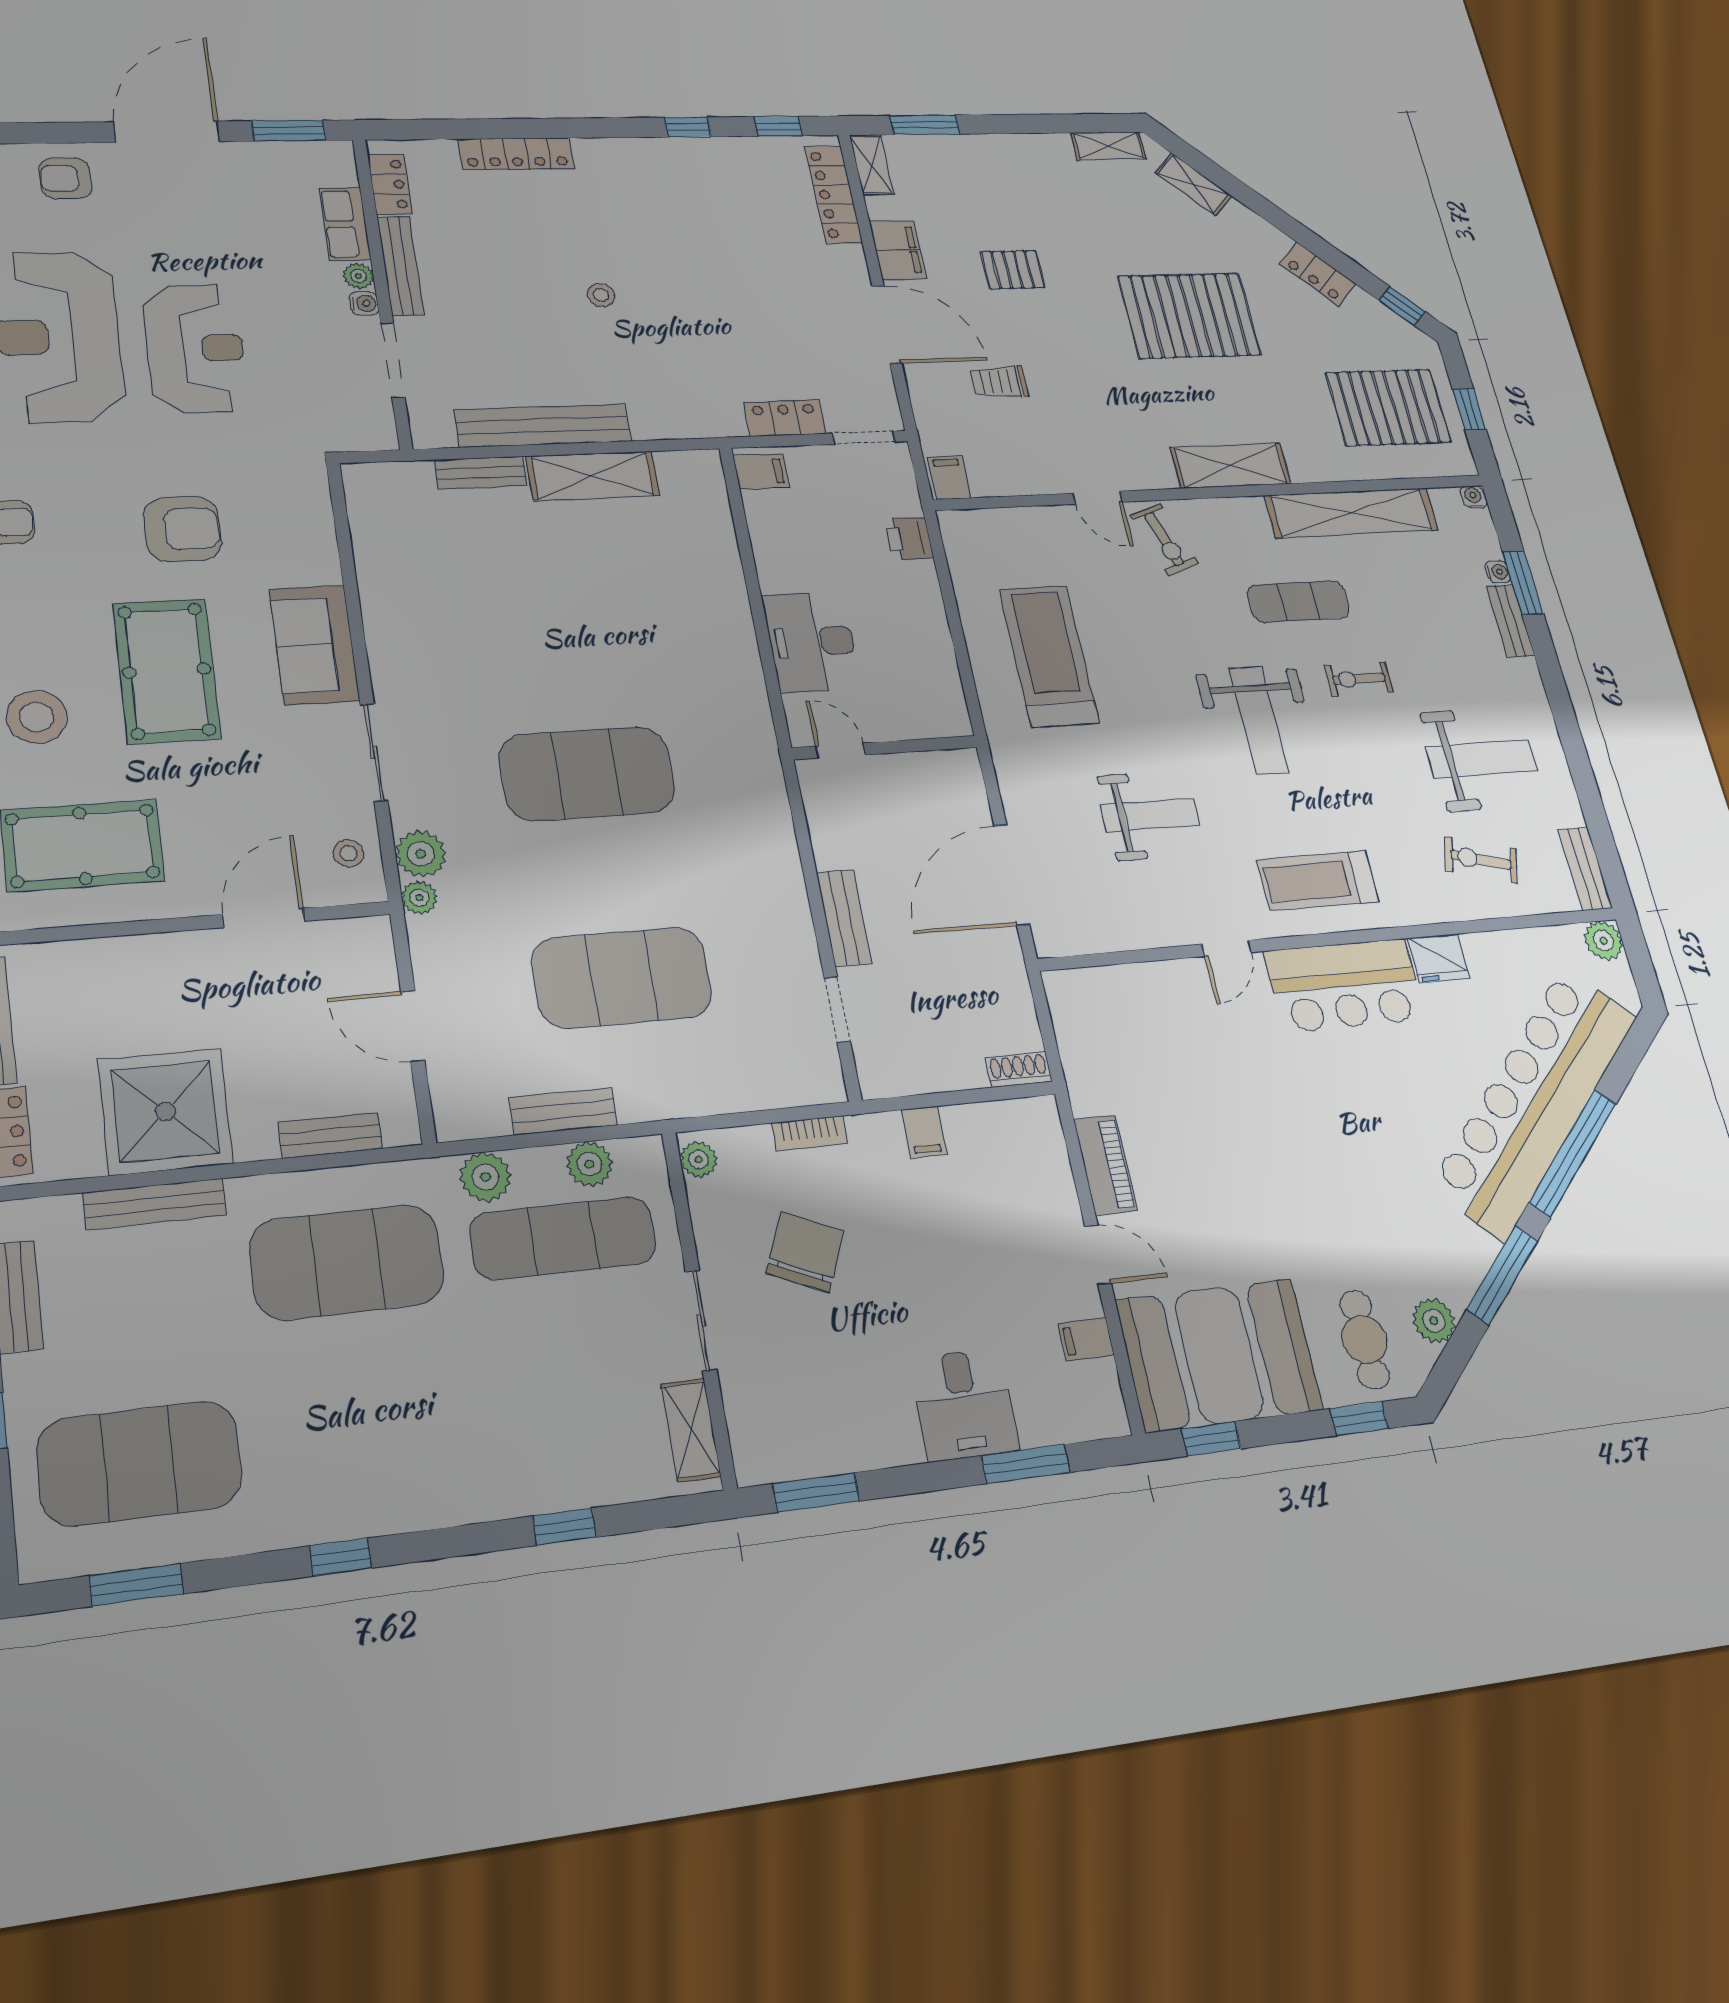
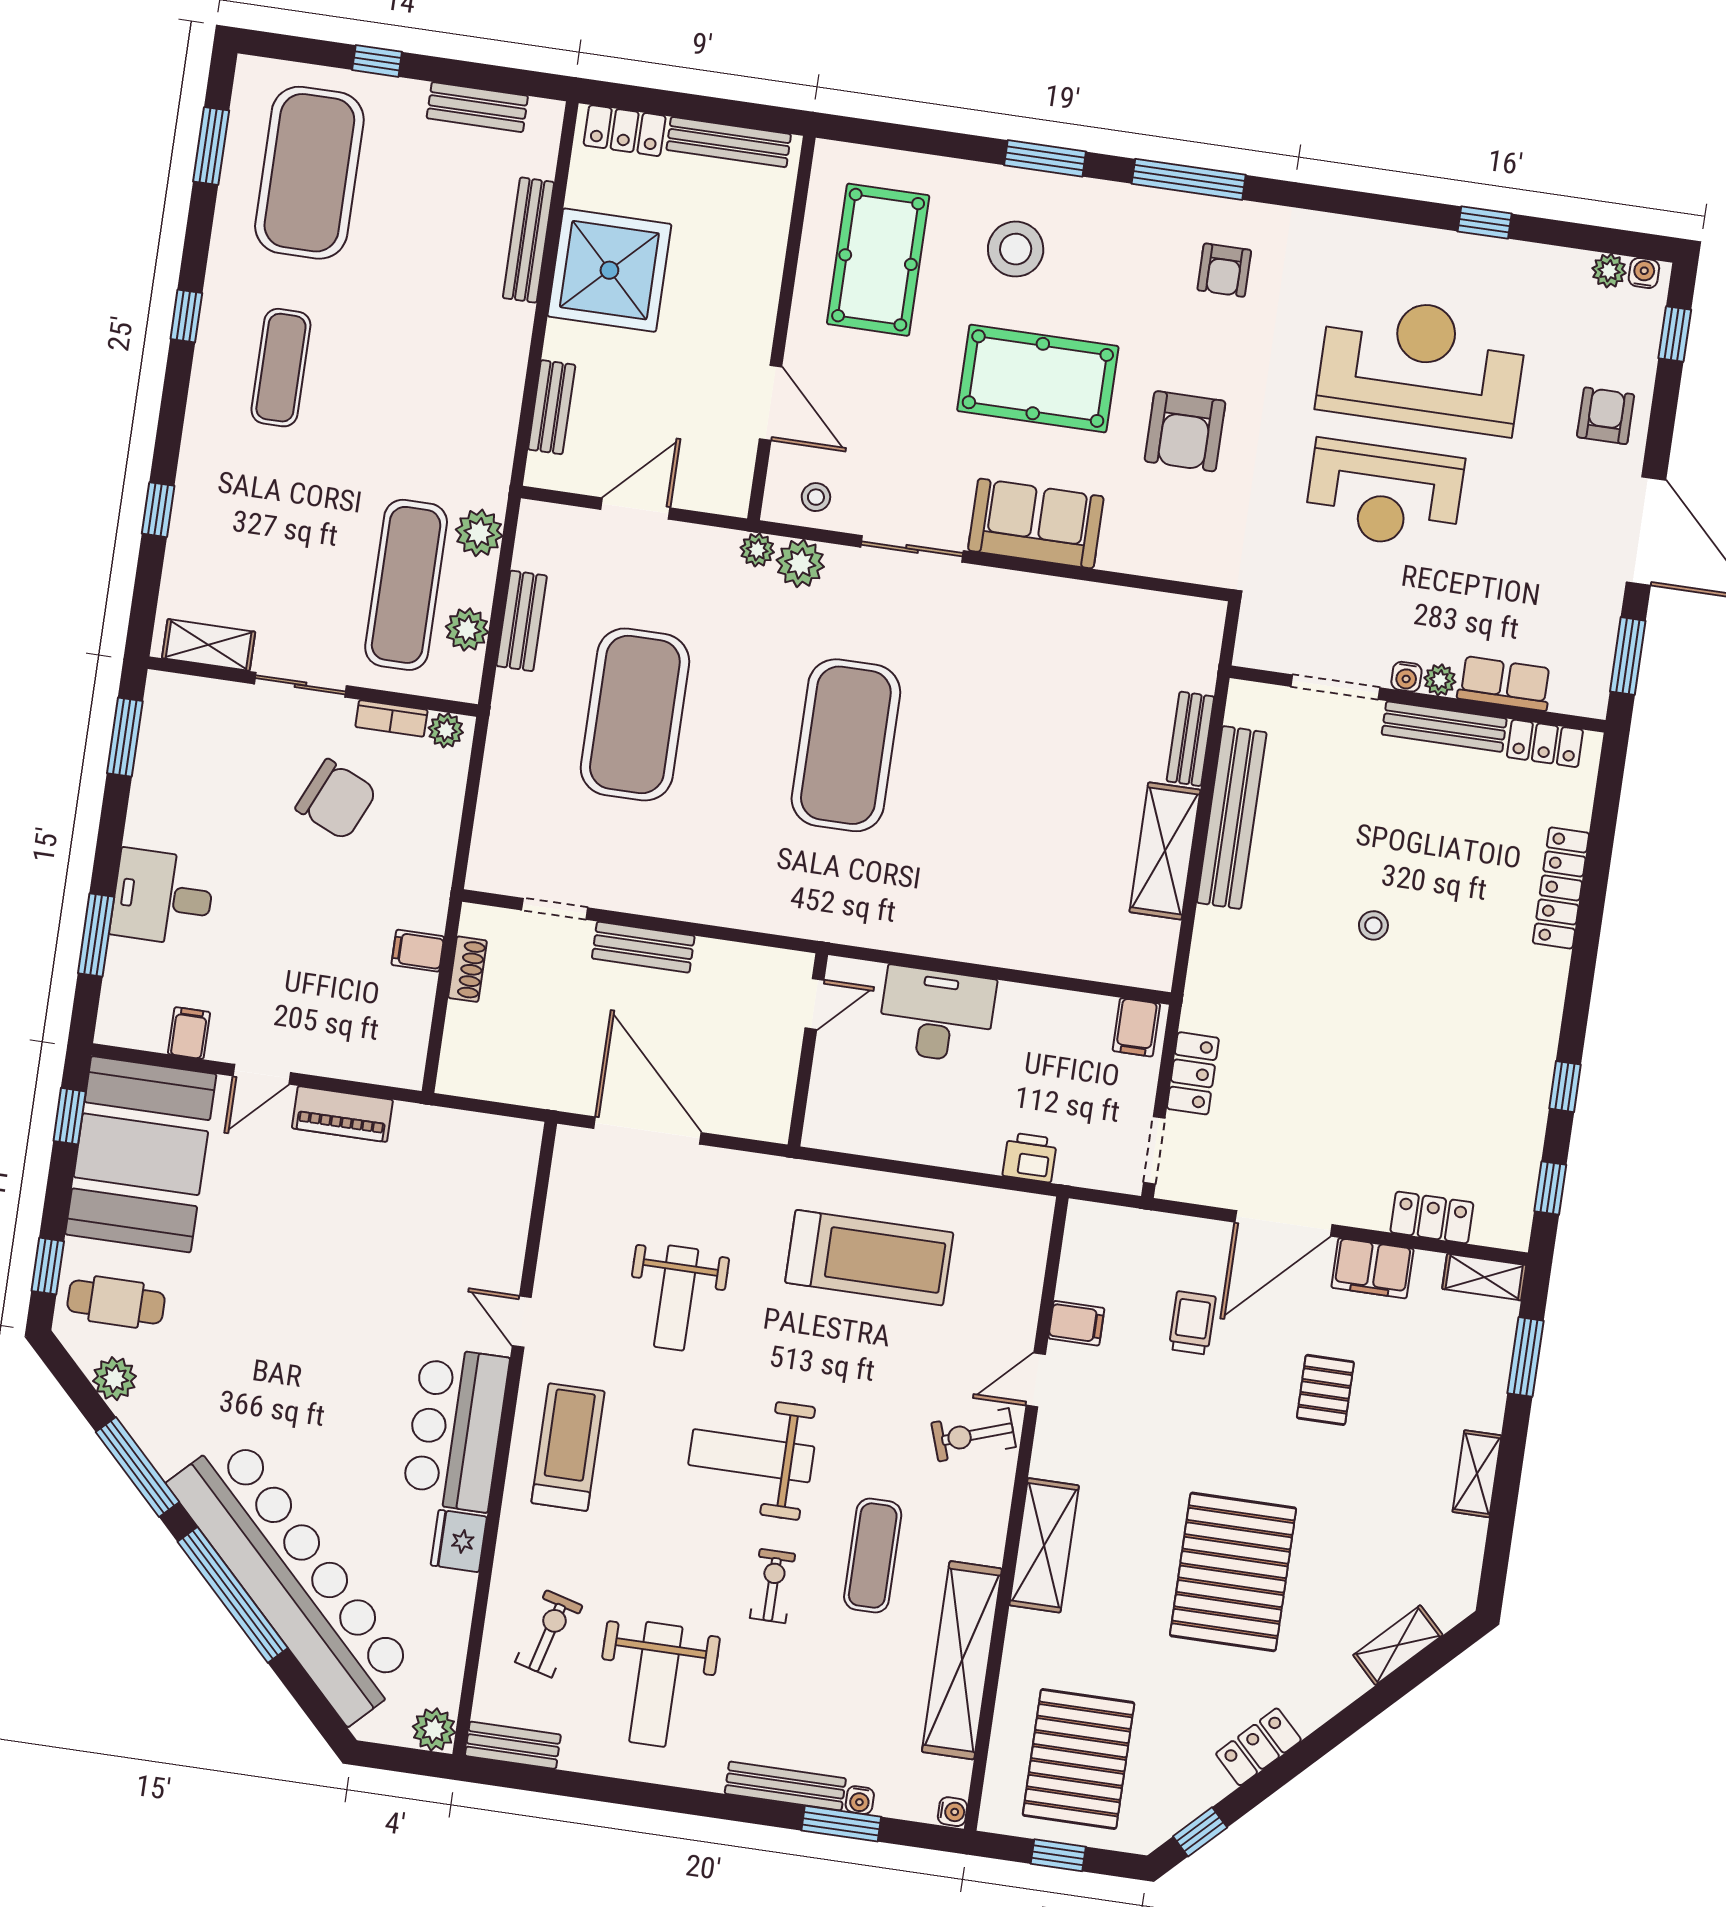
shelving: (1108, 146) -> (1477, 1474), moved
locker: (834, 195) -> (1432, 1217), width x0.66
filing cabinet: (949, 478) -> (1076, 1323), moved
bench: (1510, 621) -> (785, 1786), width x1.36
shoe rack: (1019, 1070) -> (467, 969), moved
bookcase: (810, 1133) -> (391, 718), moved, turned -90
exercise mat: (347, 1262) -> (281, 368), moved, width x0.50, depth x0.69

